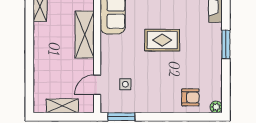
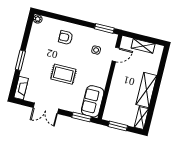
shelving: (85, 35) -> (146, 90), moved
armchair: (190, 97) -> (66, 38), moved

